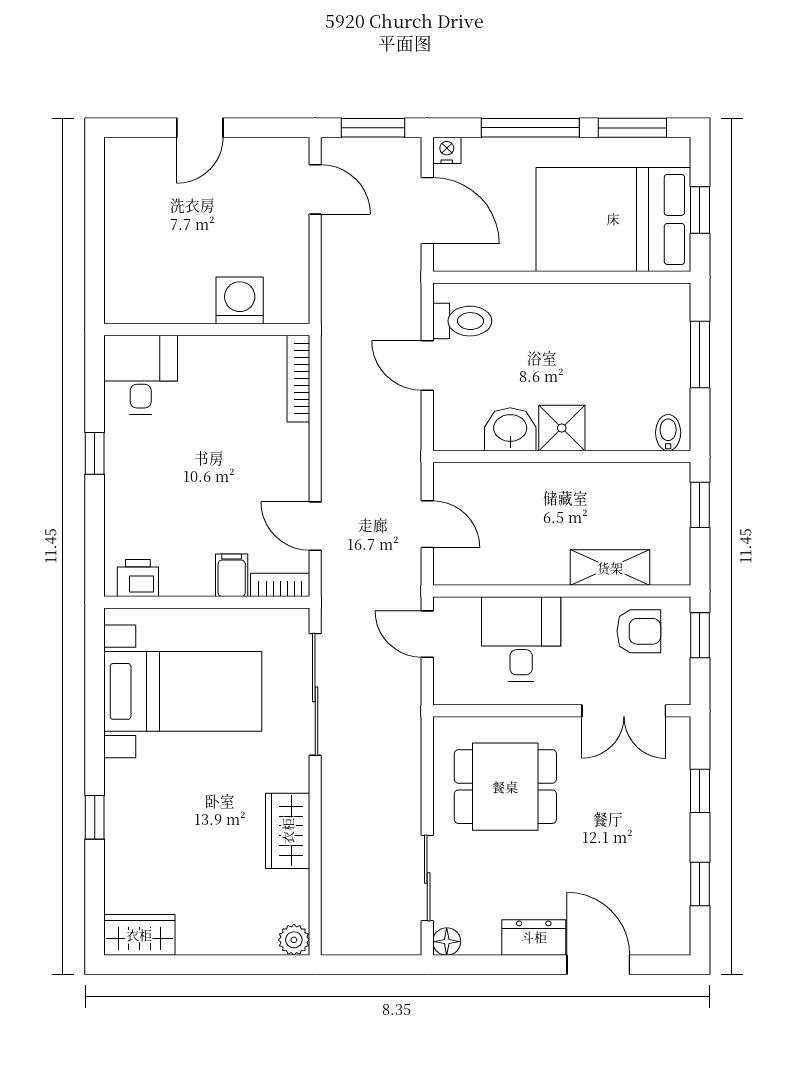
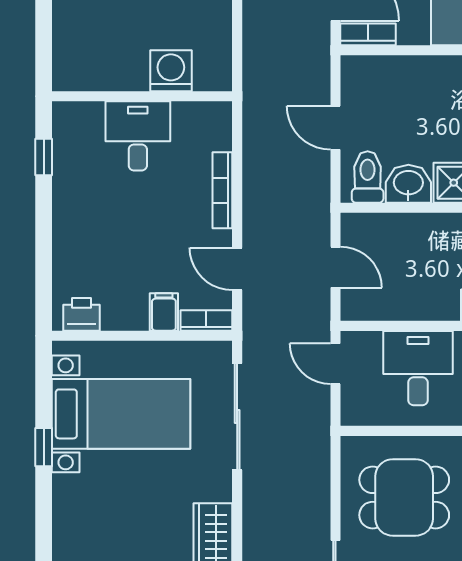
bookcase: (464, 259) -> (368, 34), added
toilet: (462, 321) -> (368, 177), moved, turned -90
desk: (141, 375) -> (138, 136), moved
bookcase: (298, 379) -> (222, 190), moved
window: (95, 453) -> (44, 157), moved
window: (95, 817) -> (44, 447), moved

